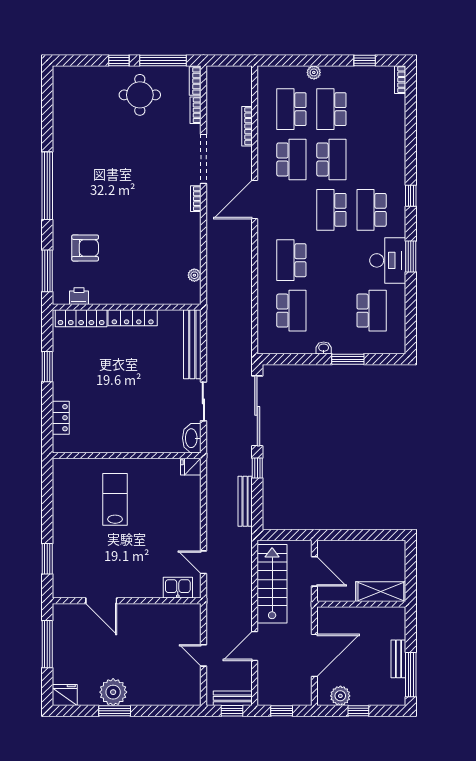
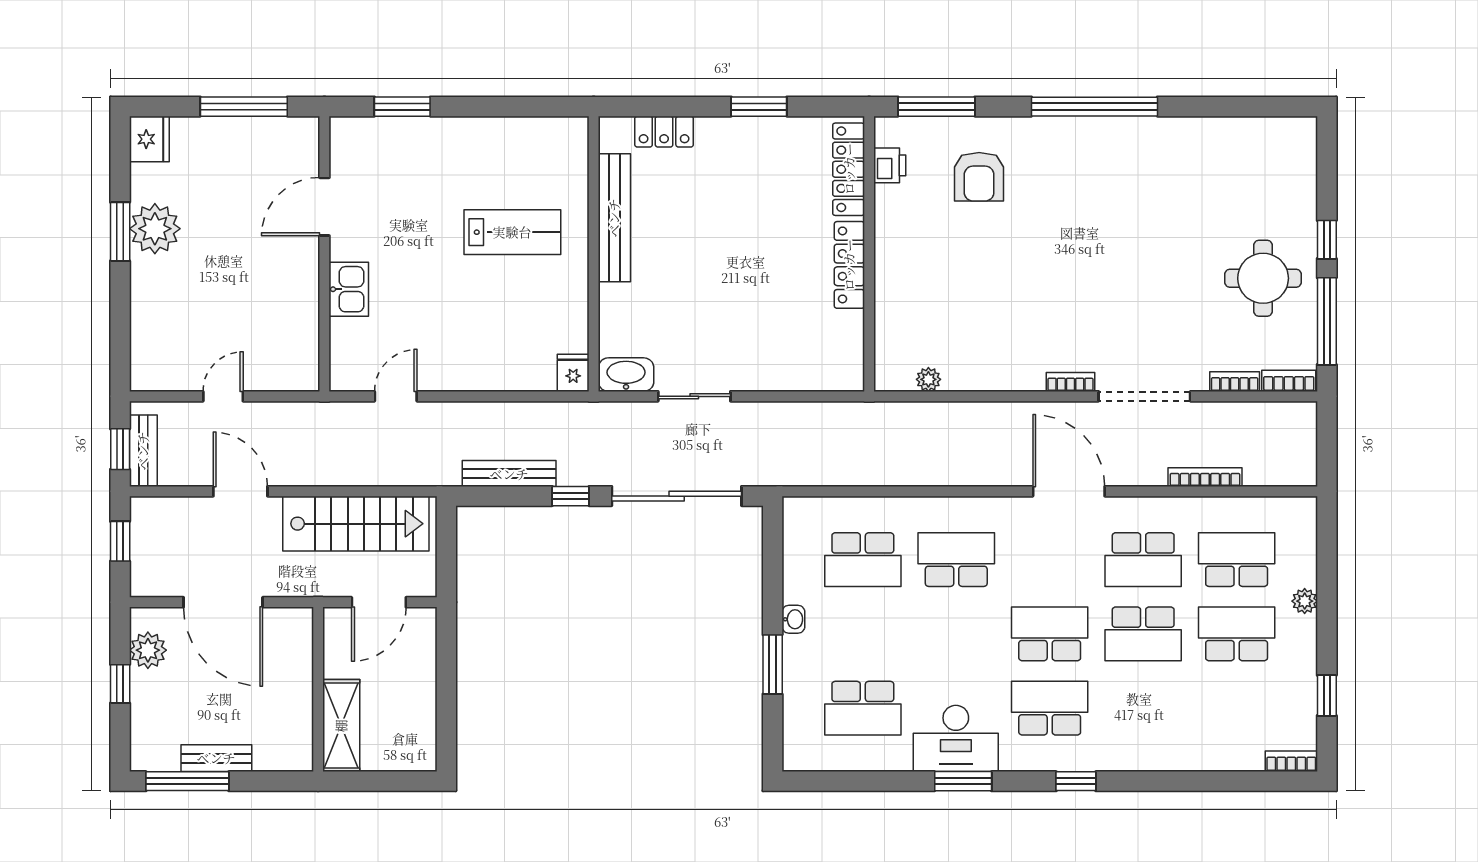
bench: (192, 344) -> (614, 218), moved, turned 90
kitchen sink: (178, 588) -> (349, 289), moved

